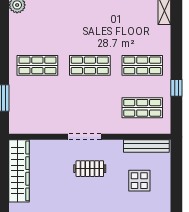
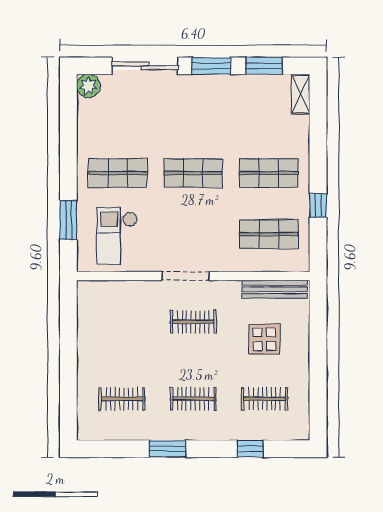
checkout: (37, 109) -> (117, 236), added
wardrobe: (19, 171) -> (91, 325), removed

